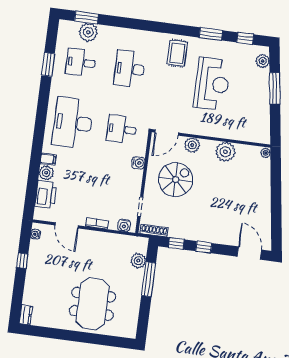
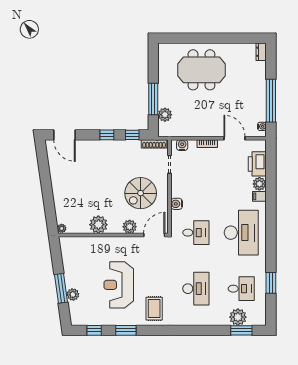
plant: (263, 61) -> (73, 294), moved
window: (22, 261) -> (271, 101), width x3.17
meeting table: (92, 304) -> (201, 70), turned 90

